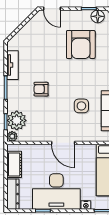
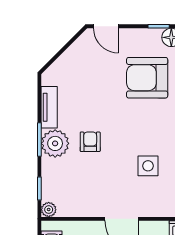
armchair: (81, 44) -> (147, 78), turned 90
armchair: (41, 89) -> (90, 142), turned 90
plant: (17, 120) -> (55, 143), moved

